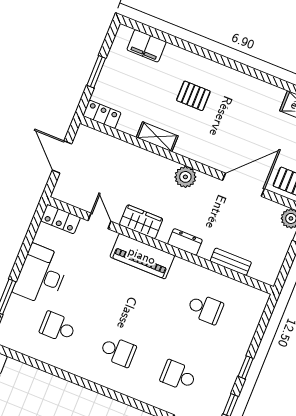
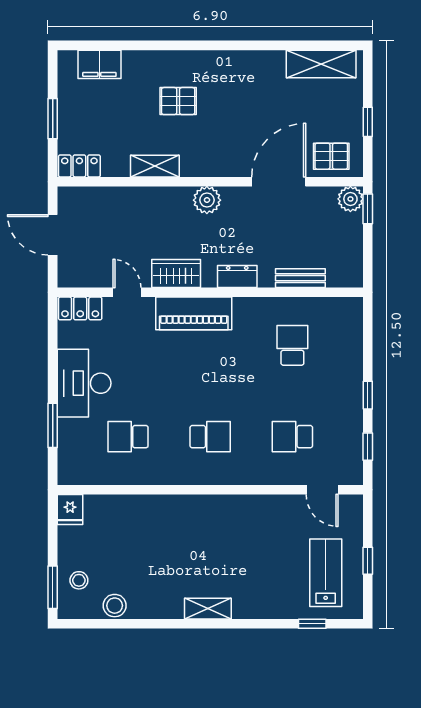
school desk: (205, 309) -> (292, 345), turned -90

